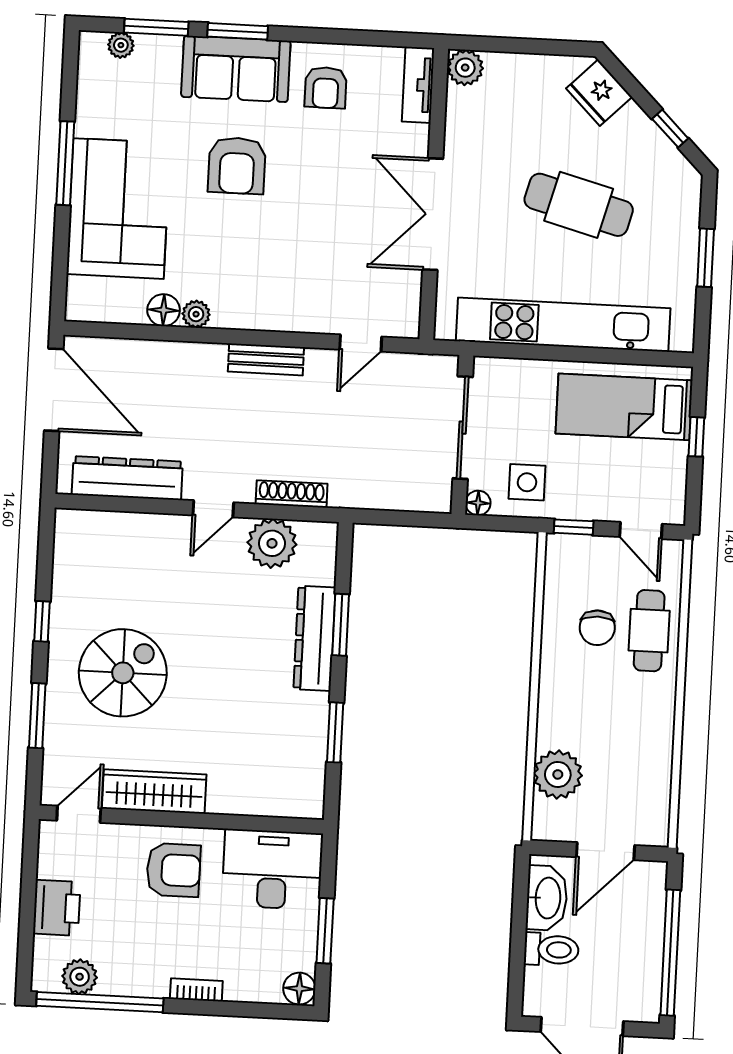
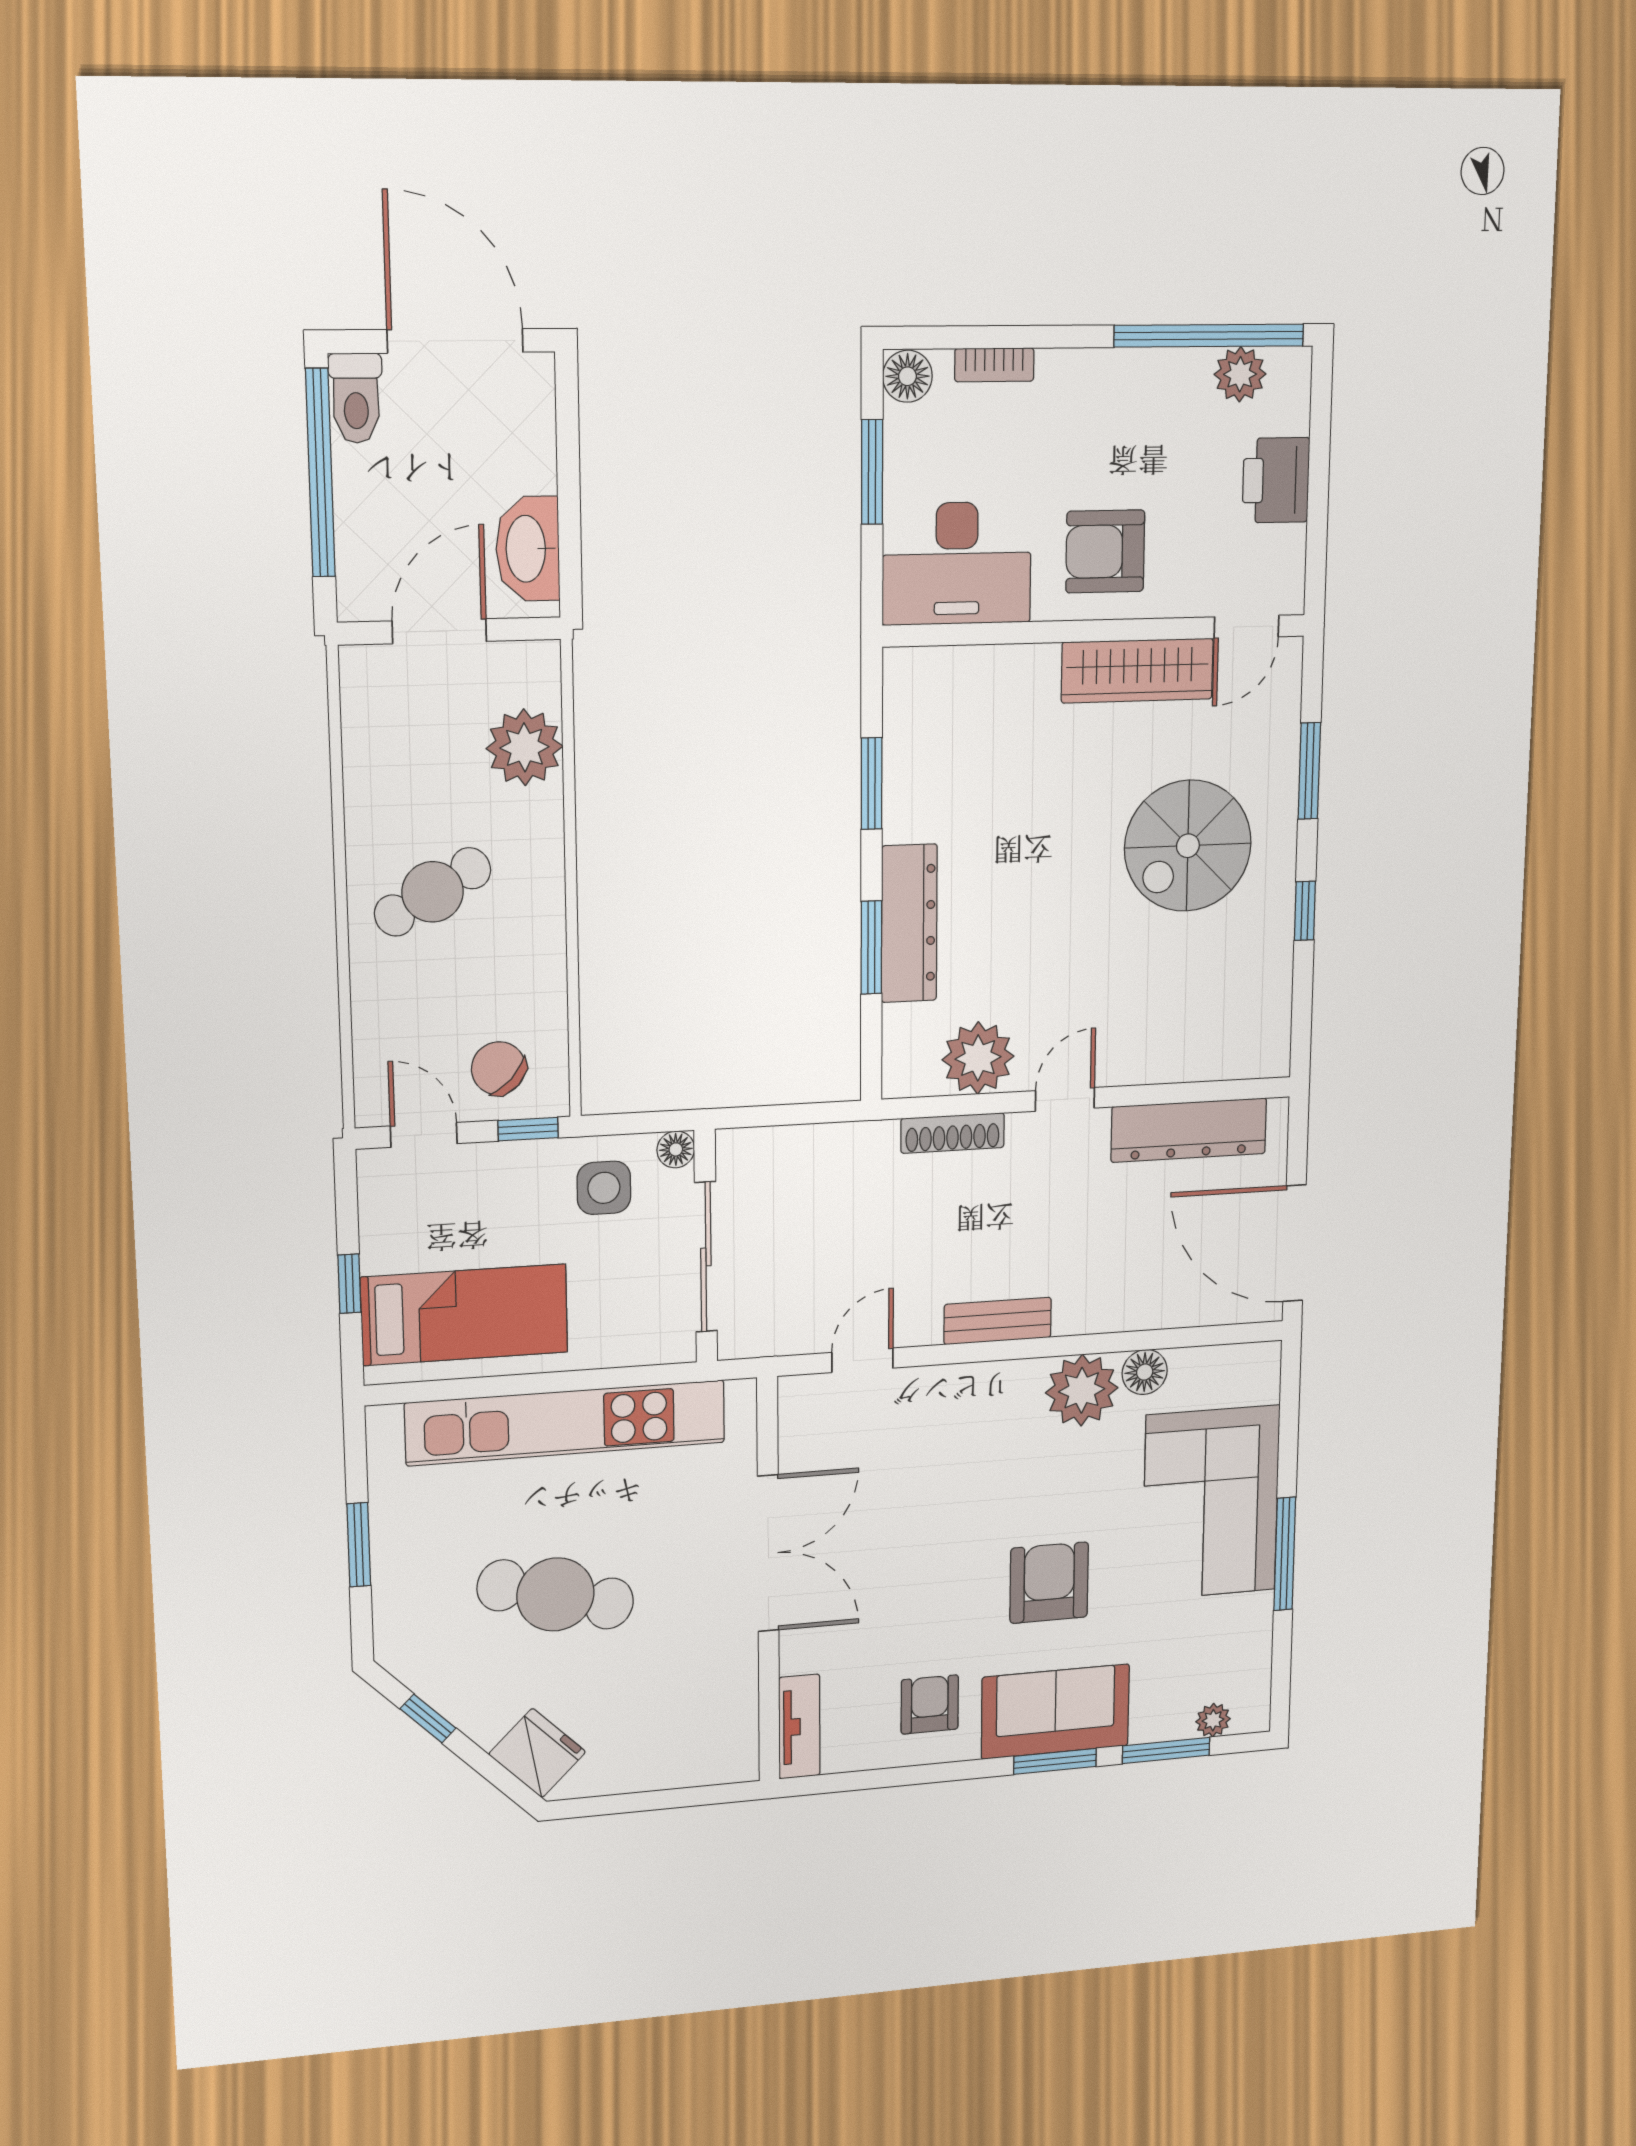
plant: (465, 68) -> (734, 1759), removed
plant: (196, 314) -> (1082, 1390), width x1.88, depth x1.88
chair: (597, 628) -> (499, 1068), moved, turned -47
cafe table: (649, 631) -> (433, 892), moved, turned 60
toilet: (551, 950) -> (356, 398), moved, turned -90
bookcase: (196, 990) -> (994, 365), moved

